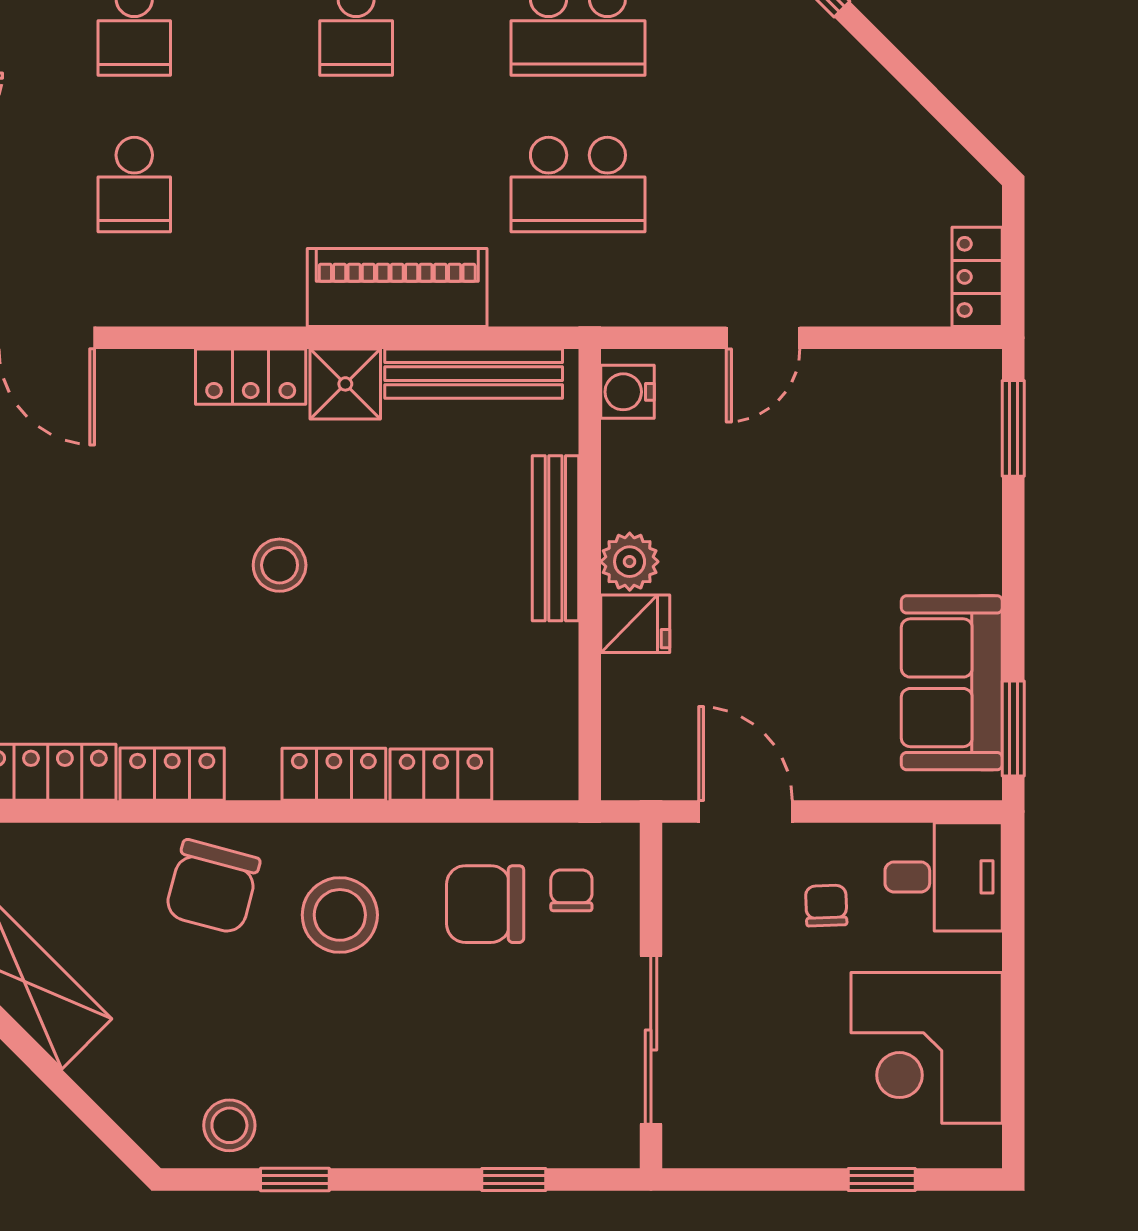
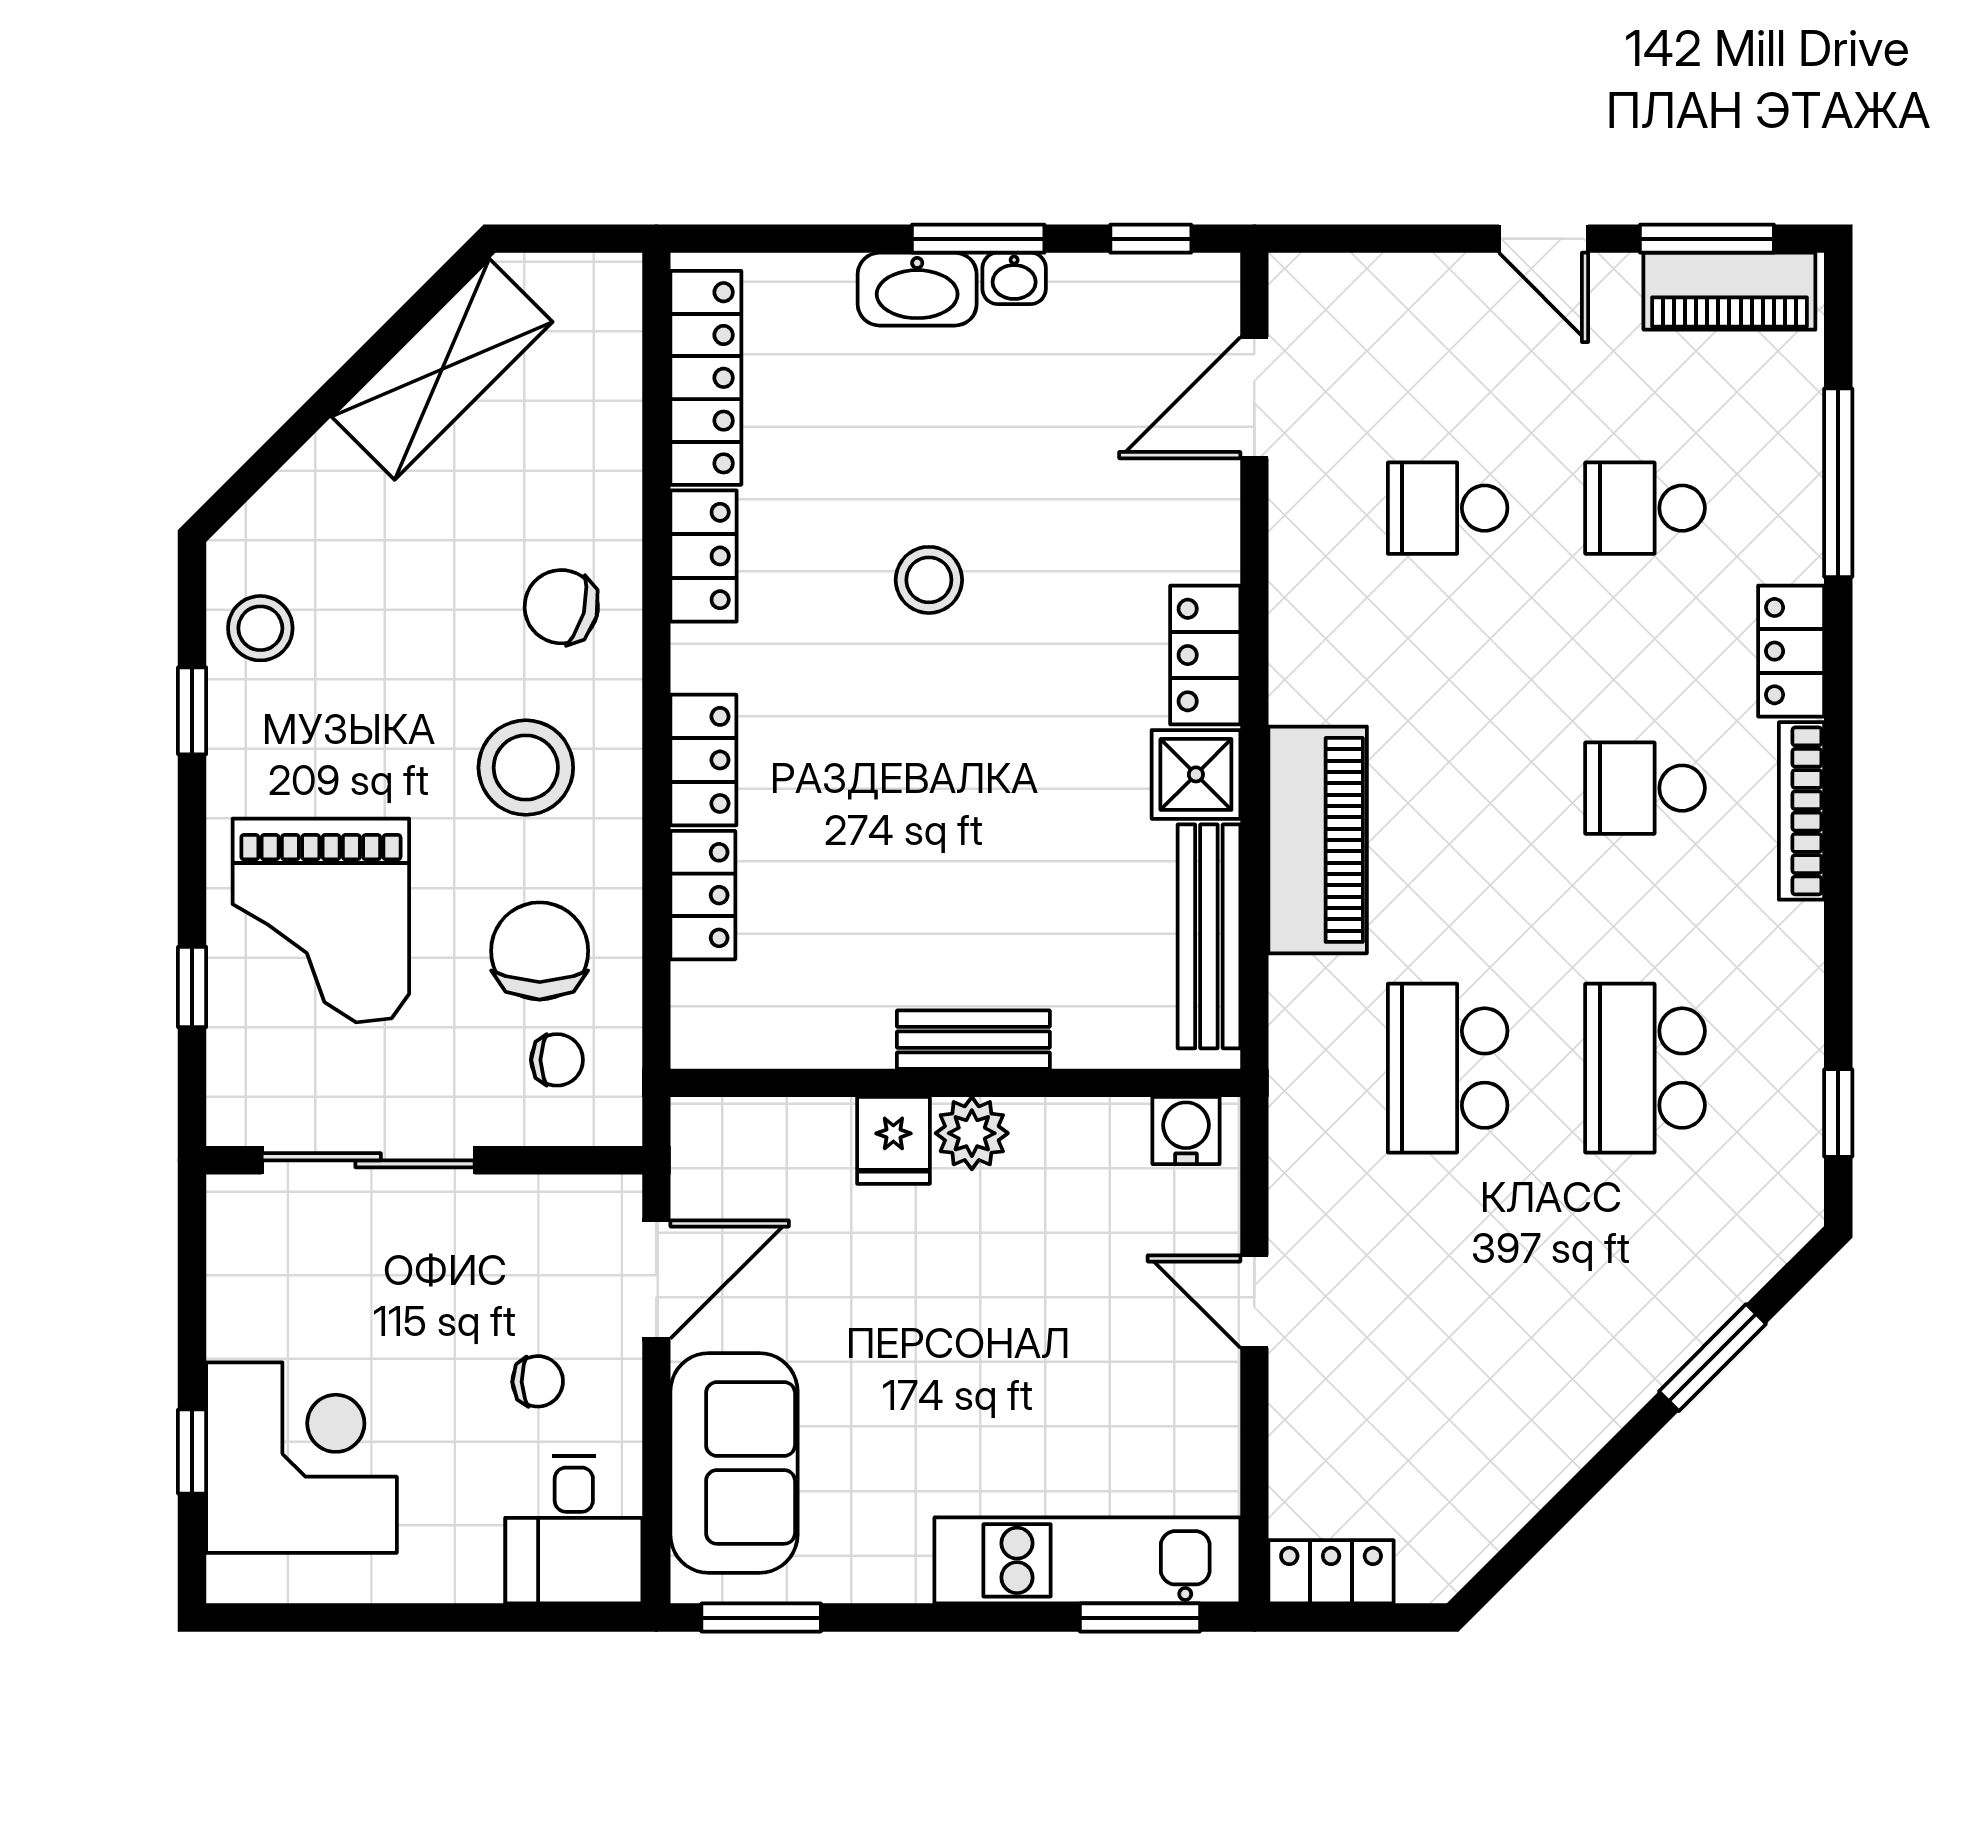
kitchen unit: (968, 470) -> (1087, 1560), added
bench: (555, 538) -> (973, 1040), width x0.73
stool: (280, 565) -> (929, 580), moved
sofa: (952, 683) -> (734, 1463), moved, turned 90
chair: (212, 887) -> (561, 607), width x0.73, depth x0.73
corner desk: (927, 1048) -> (301, 1458), moved, turned 90
grand piano: (461, 1077) -> (321, 921), added

